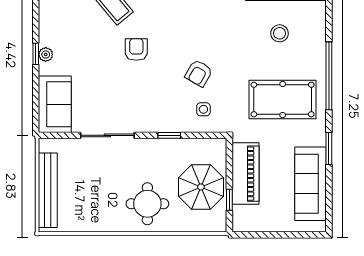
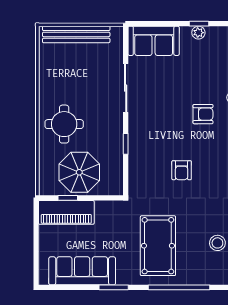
armchair: (199, 73) -> (182, 170), turned -120
side table: (203, 109) -> (149, 175), removed
piano: (246, 174) -> (66, 212), moved

